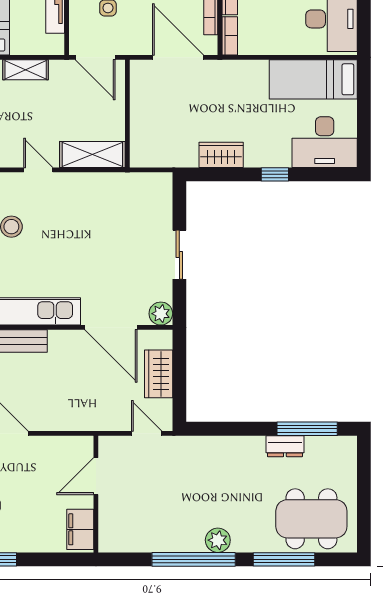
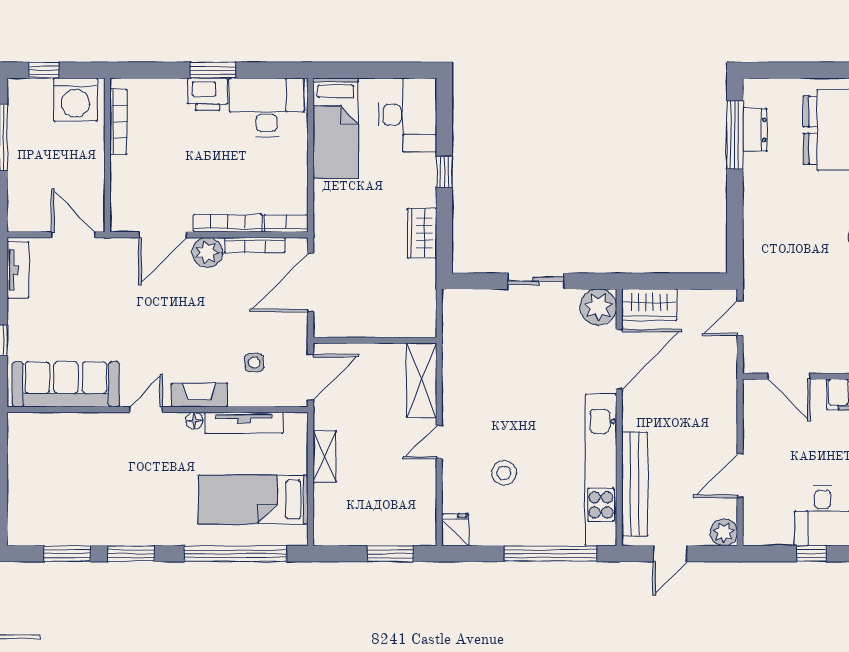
plant: (161, 314) -> (598, 307), width x1.36, depth x1.36
wardrobe: (159, 374) -> (649, 305), moved
dresser: (285, 446) -> (755, 130), moved

